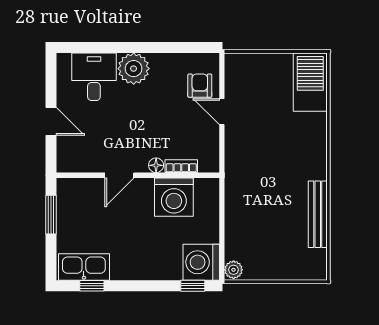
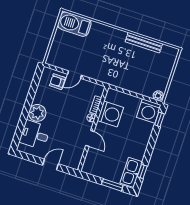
window: (51, 215) -> (112, 185), moved

